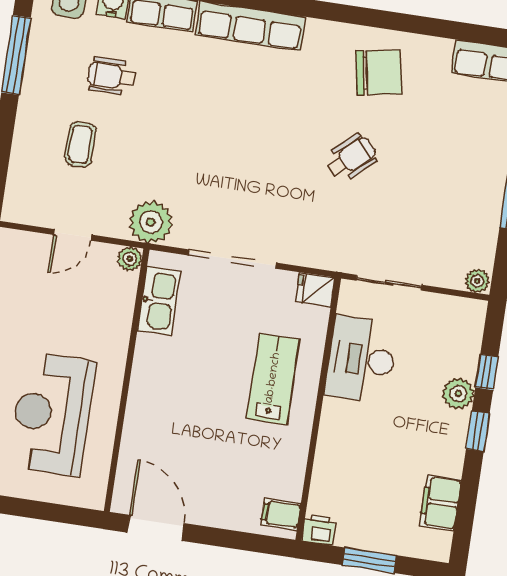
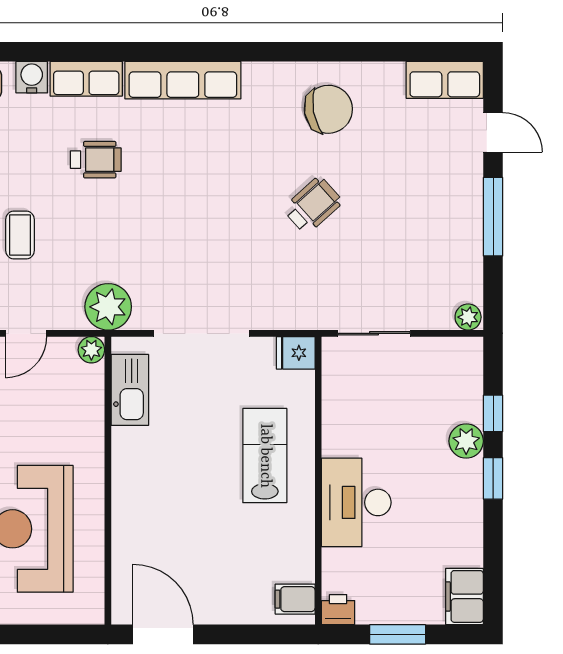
wheelchair: (112, 76) -> (96, 160), moved, turned 180
desk: (361, 359) -> (356, 502), moved
filing cabinet: (440, 503) -> (465, 596), moved

